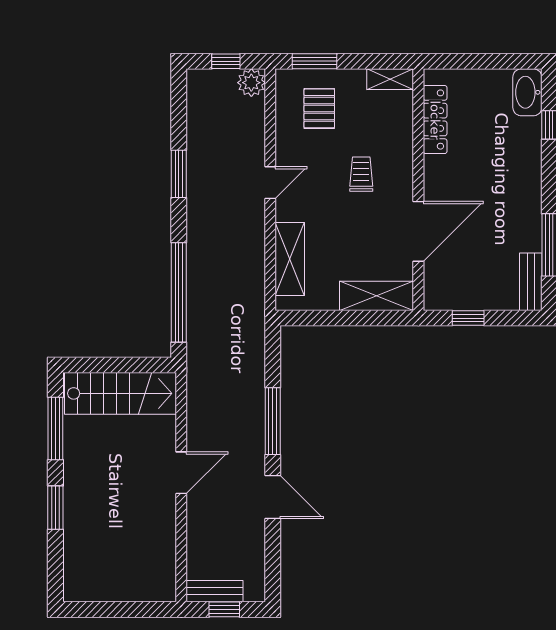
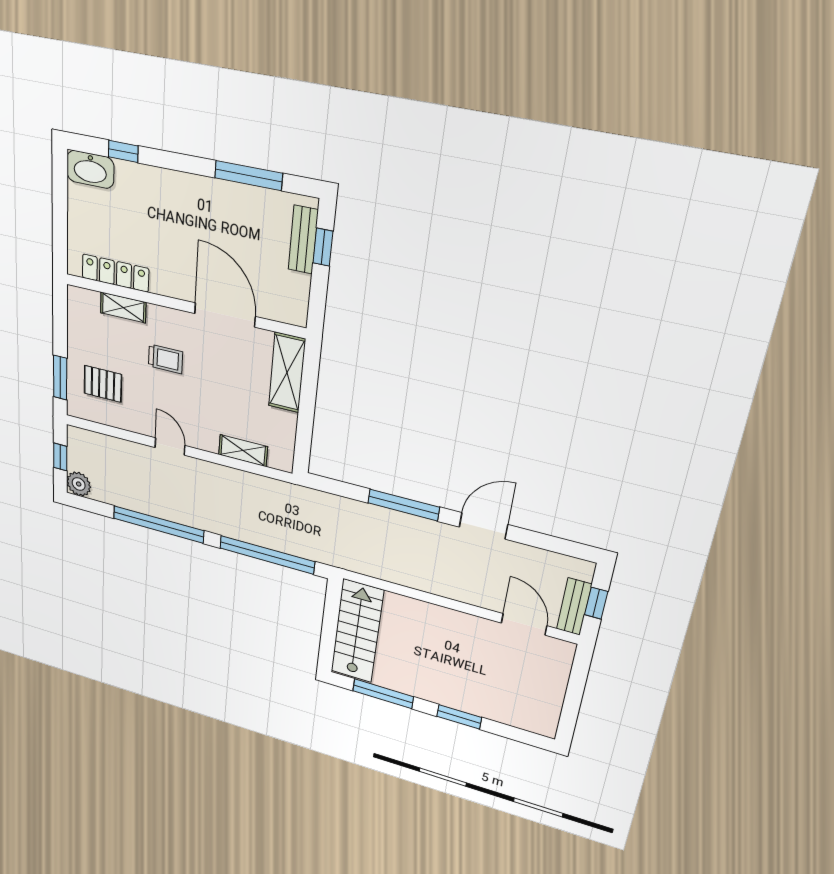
shelving: (390, 79) -> (123, 308), moved, turned 90
plant: (251, 83) -> (79, 484), moved
window: (179, 174) -> (158, 524), width x2.11
trolley: (361, 174) -> (165, 359), turned 180
shelving: (290, 259) -> (243, 451), width x0.67, depth x0.75
bench: (531, 282) -> (303, 240), moved, turned 90
window: (468, 318) -> (323, 247), moved
door: (181, 473) -> (524, 624), moved

